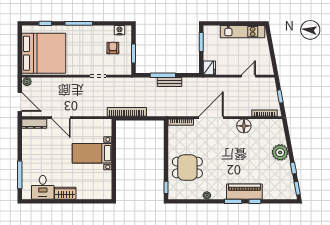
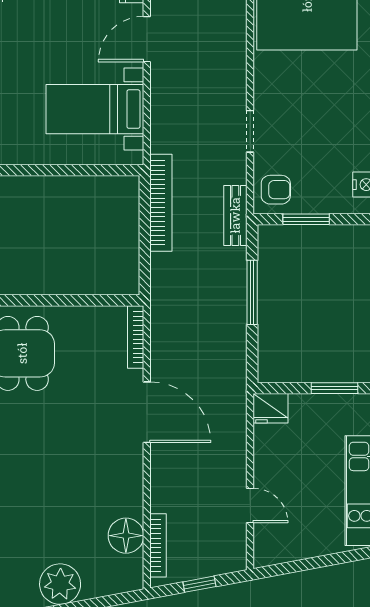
armchair: (113, 48) -> (276, 190), moved
bench: (170, 82) -> (235, 215), moved
floor lamp: (244, 126) -> (126, 536), moved
bed with nightstands: (92, 153) -> (95, 109), moved, turned -90

